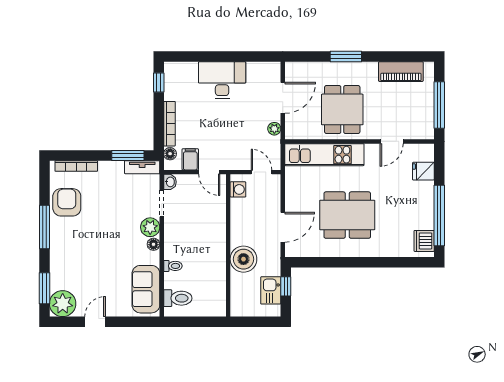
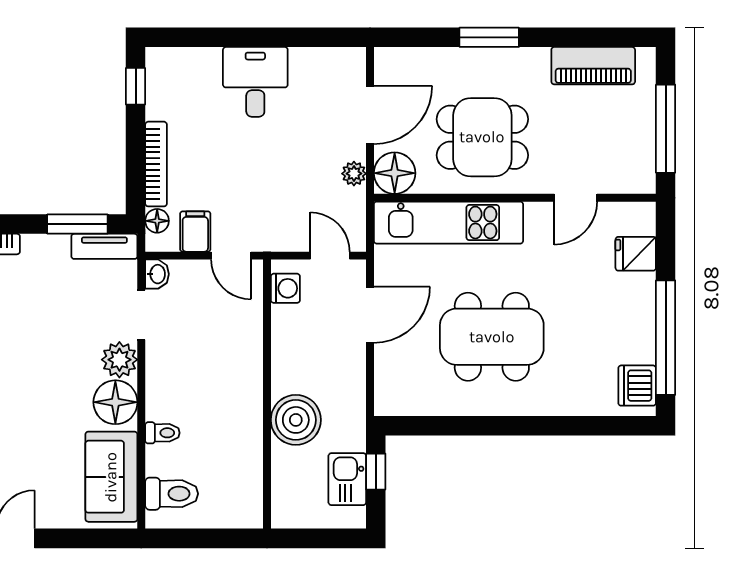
desk: (222, 80) -> (255, 82), width x0.73
dining table: (342, 109) -> (482, 137), turned 90
floor lamp: (296, 128) -> (395, 173), added
door: (283, 227) -> (370, 315), moved
floor lamp: (153, 244) -> (115, 402), width x1.89, depth x1.89

